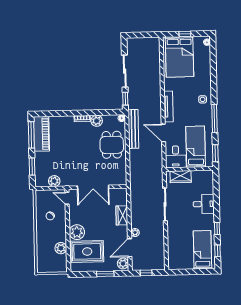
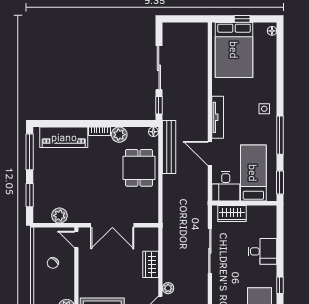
piano: (41, 134) -> (64, 137), moved, turned 90
plant: (77, 232) -> (89, 286), removed

